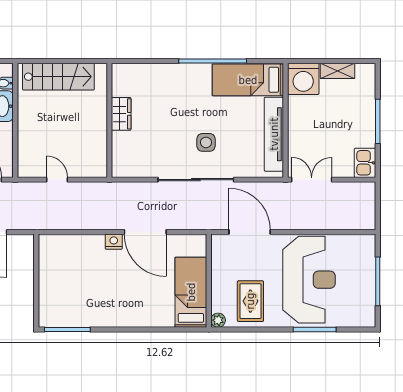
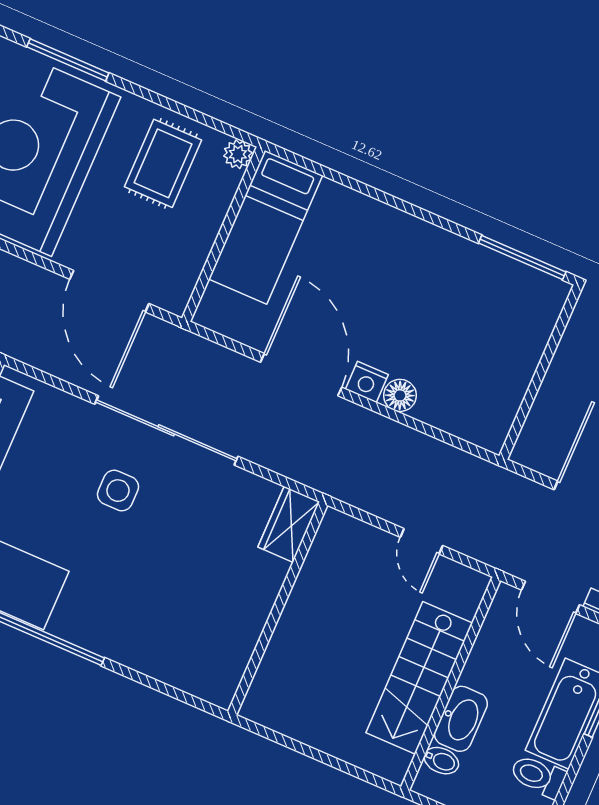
stairs: (58, 77) -> (419, 678), moved, turned -90
wardrobe: (121, 114) -> (289, 524), moved
floor lamp: (96, 242) -> (400, 395), added

